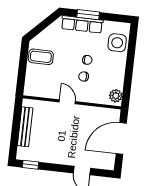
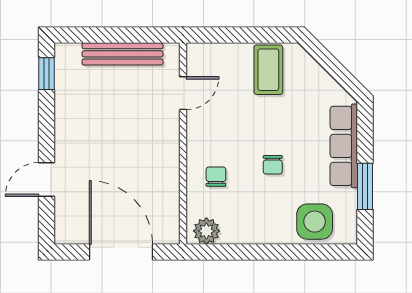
window: (88, 15) -> (365, 186), moved
chair: (84, 76) -> (216, 177), moved
door: (67, 102) -> (183, 93), moved

